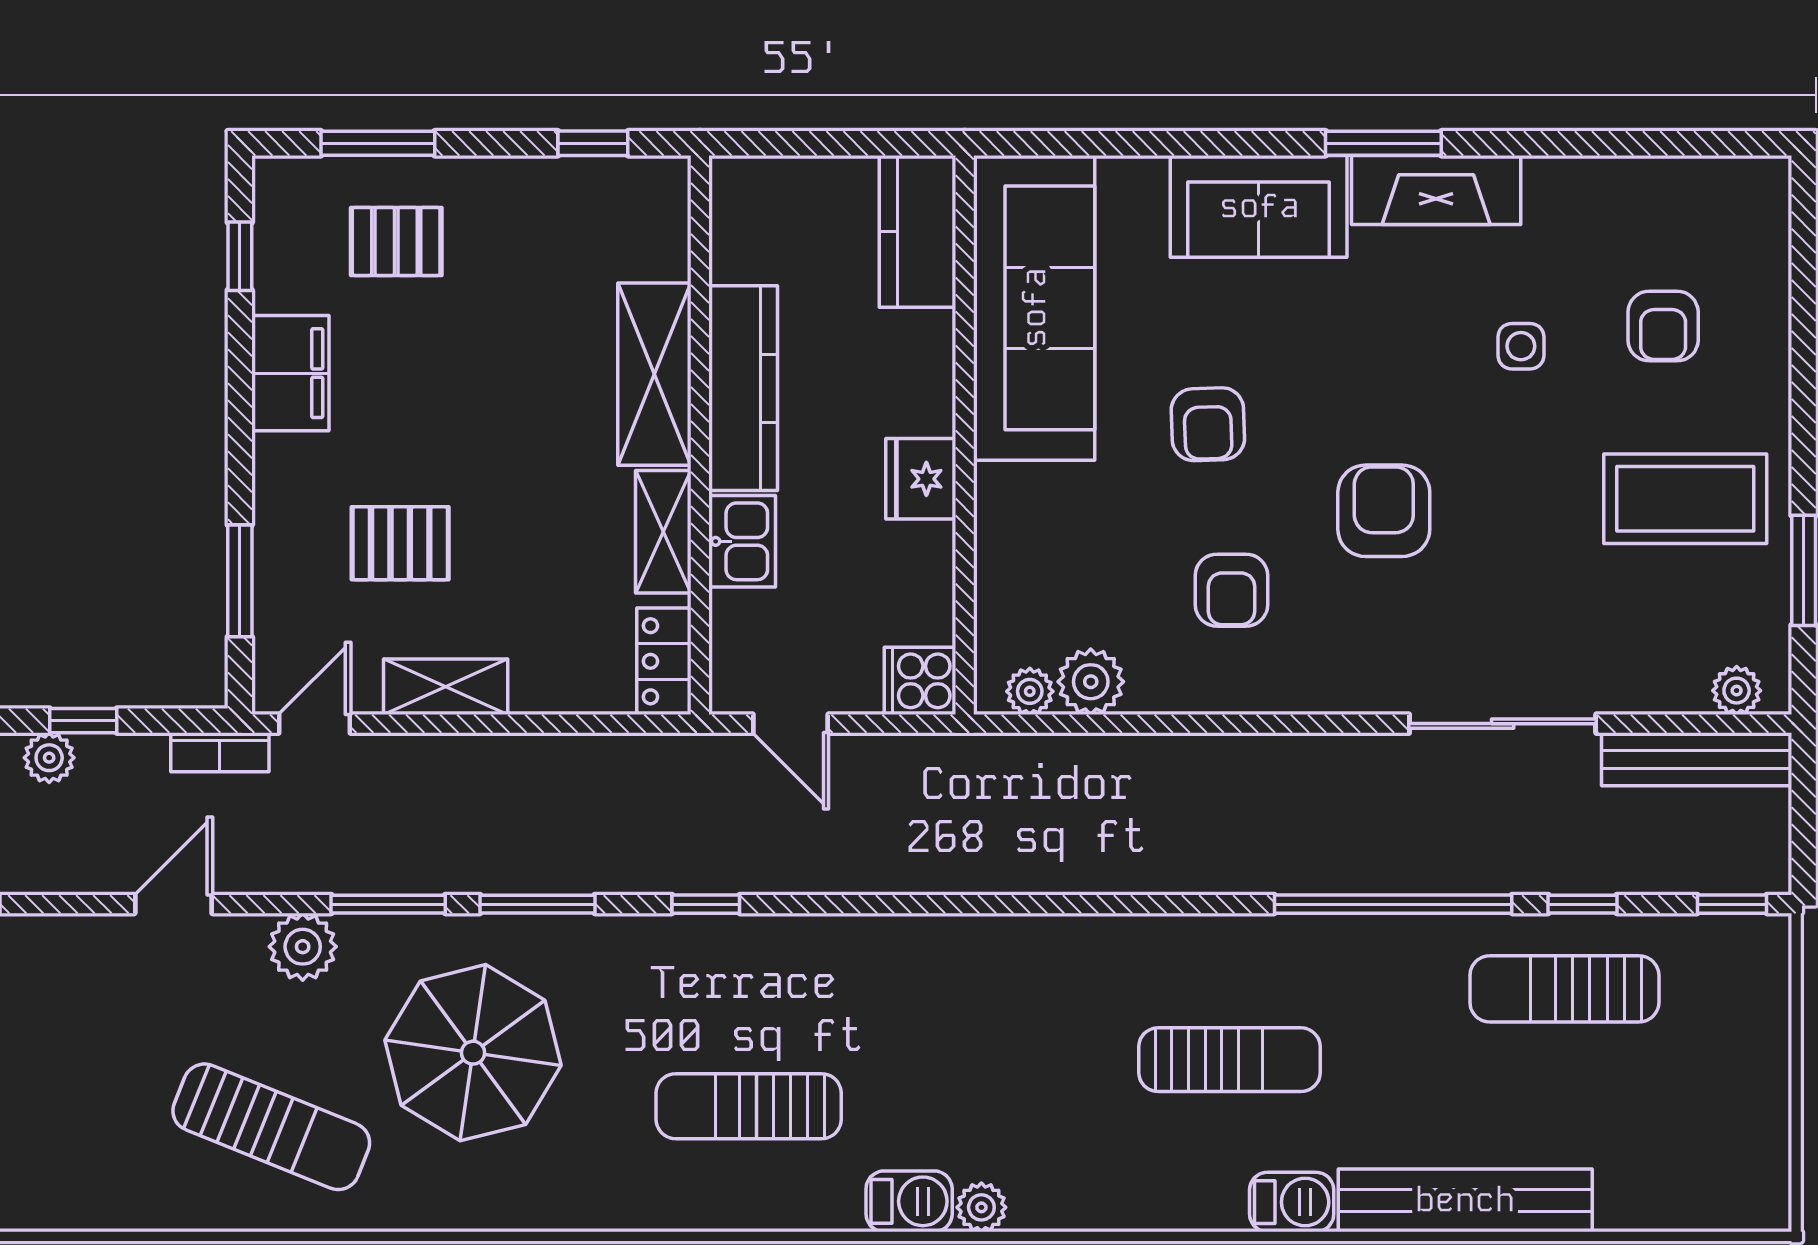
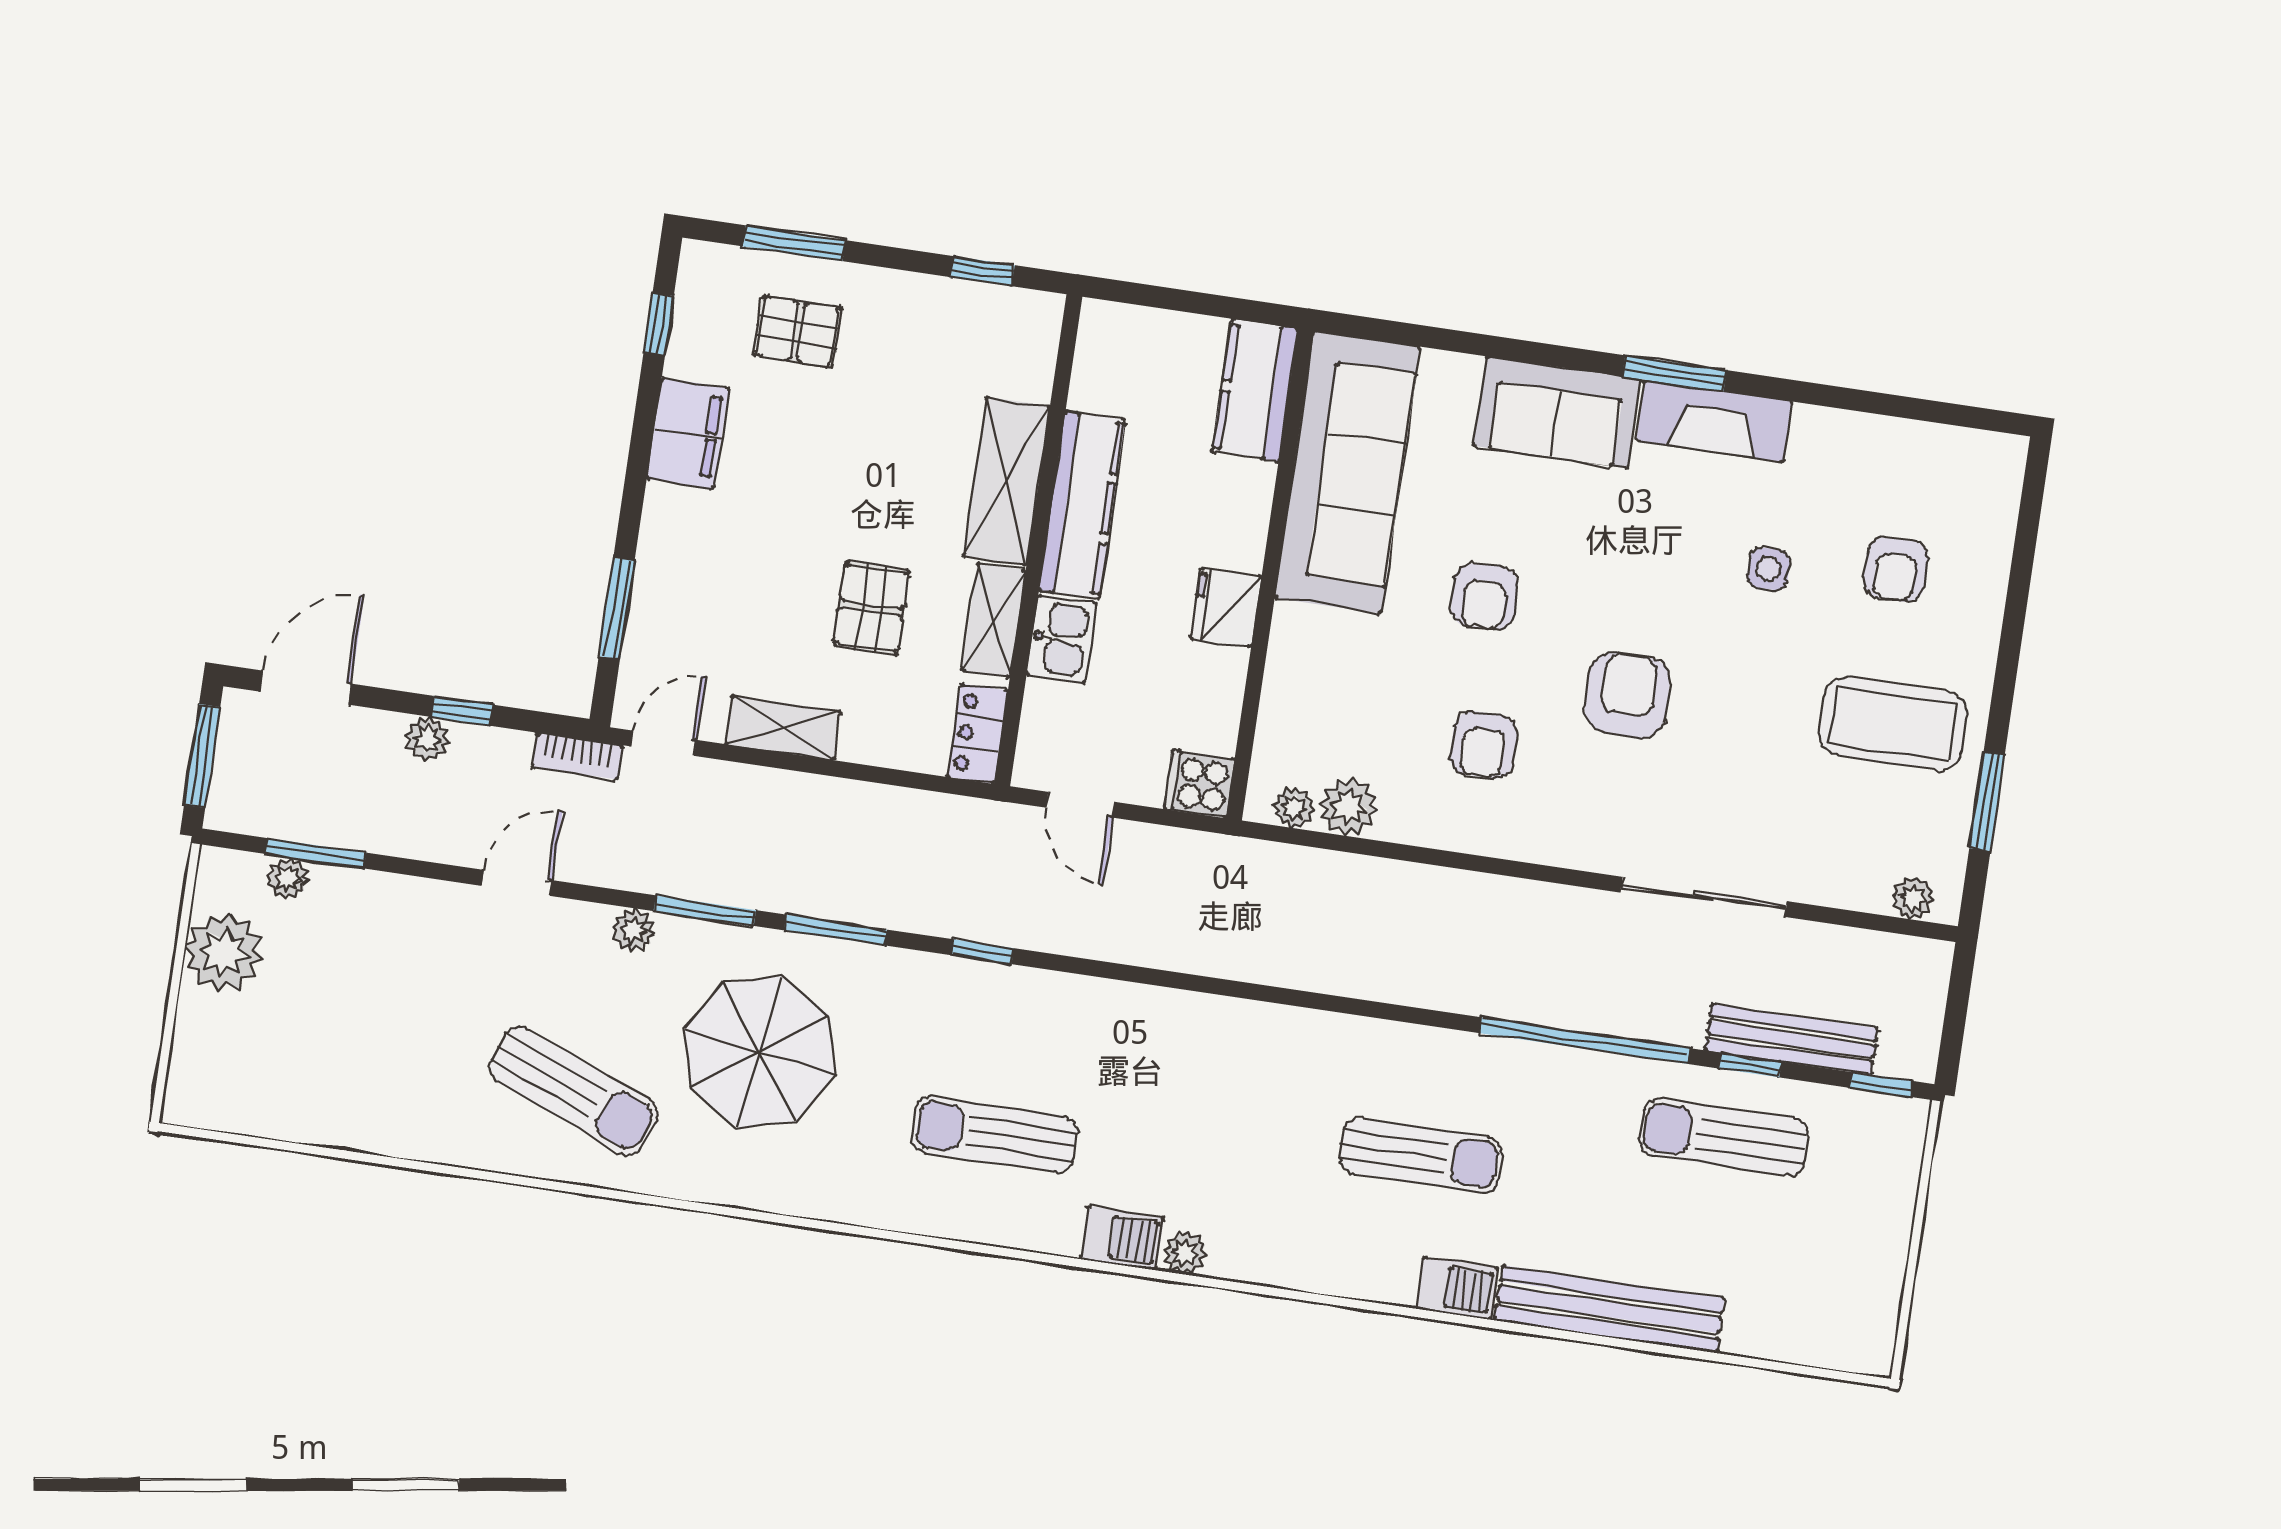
pallet: (400, 543) -> (871, 608), moved, turned 90
bench: (1697, 759) -> (1791, 1039), moved
plant: (303, 947) -> (634, 930), width x0.73, depth x0.73

